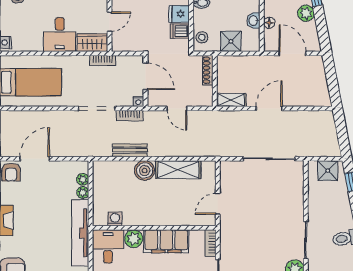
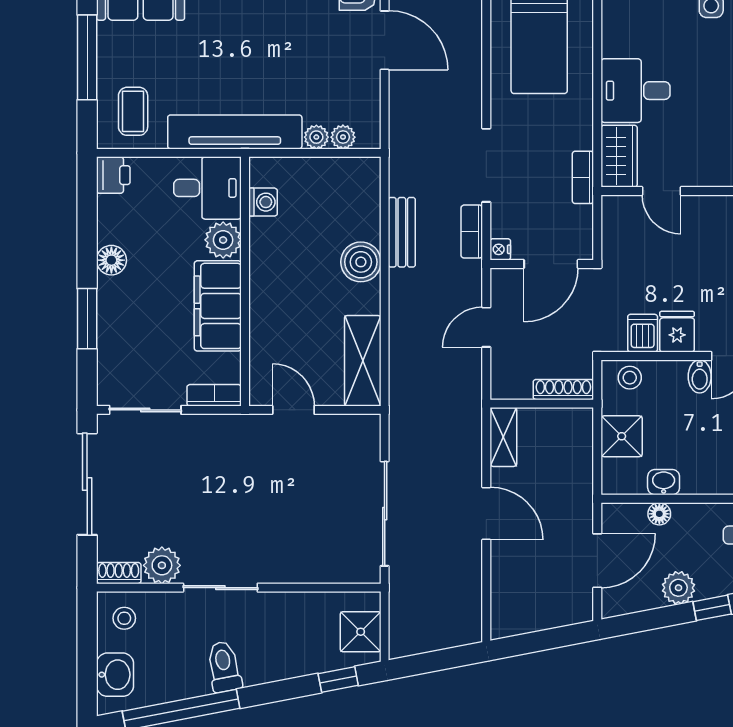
shelving: (178, 170) -> (363, 361), moved

